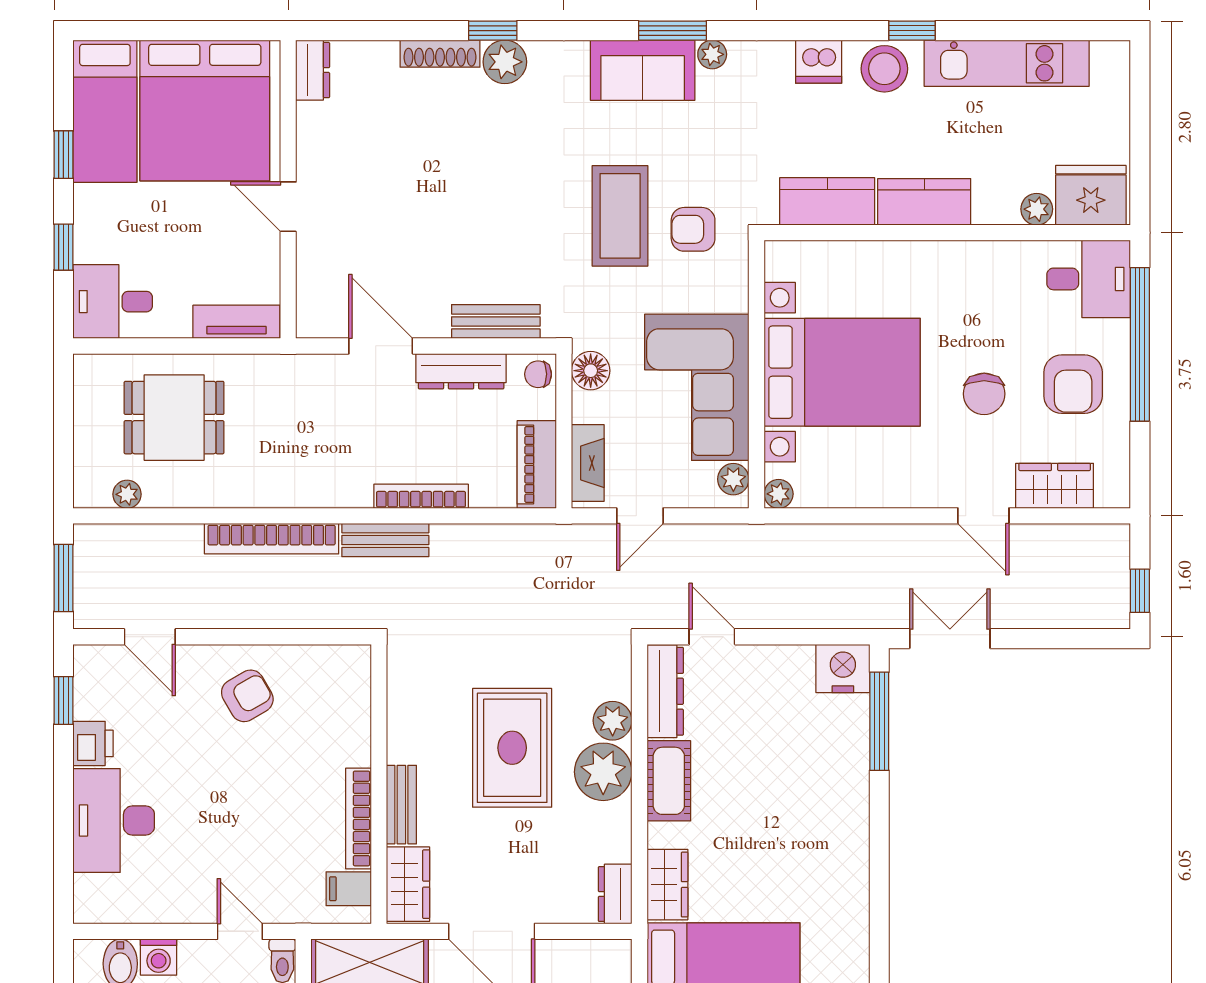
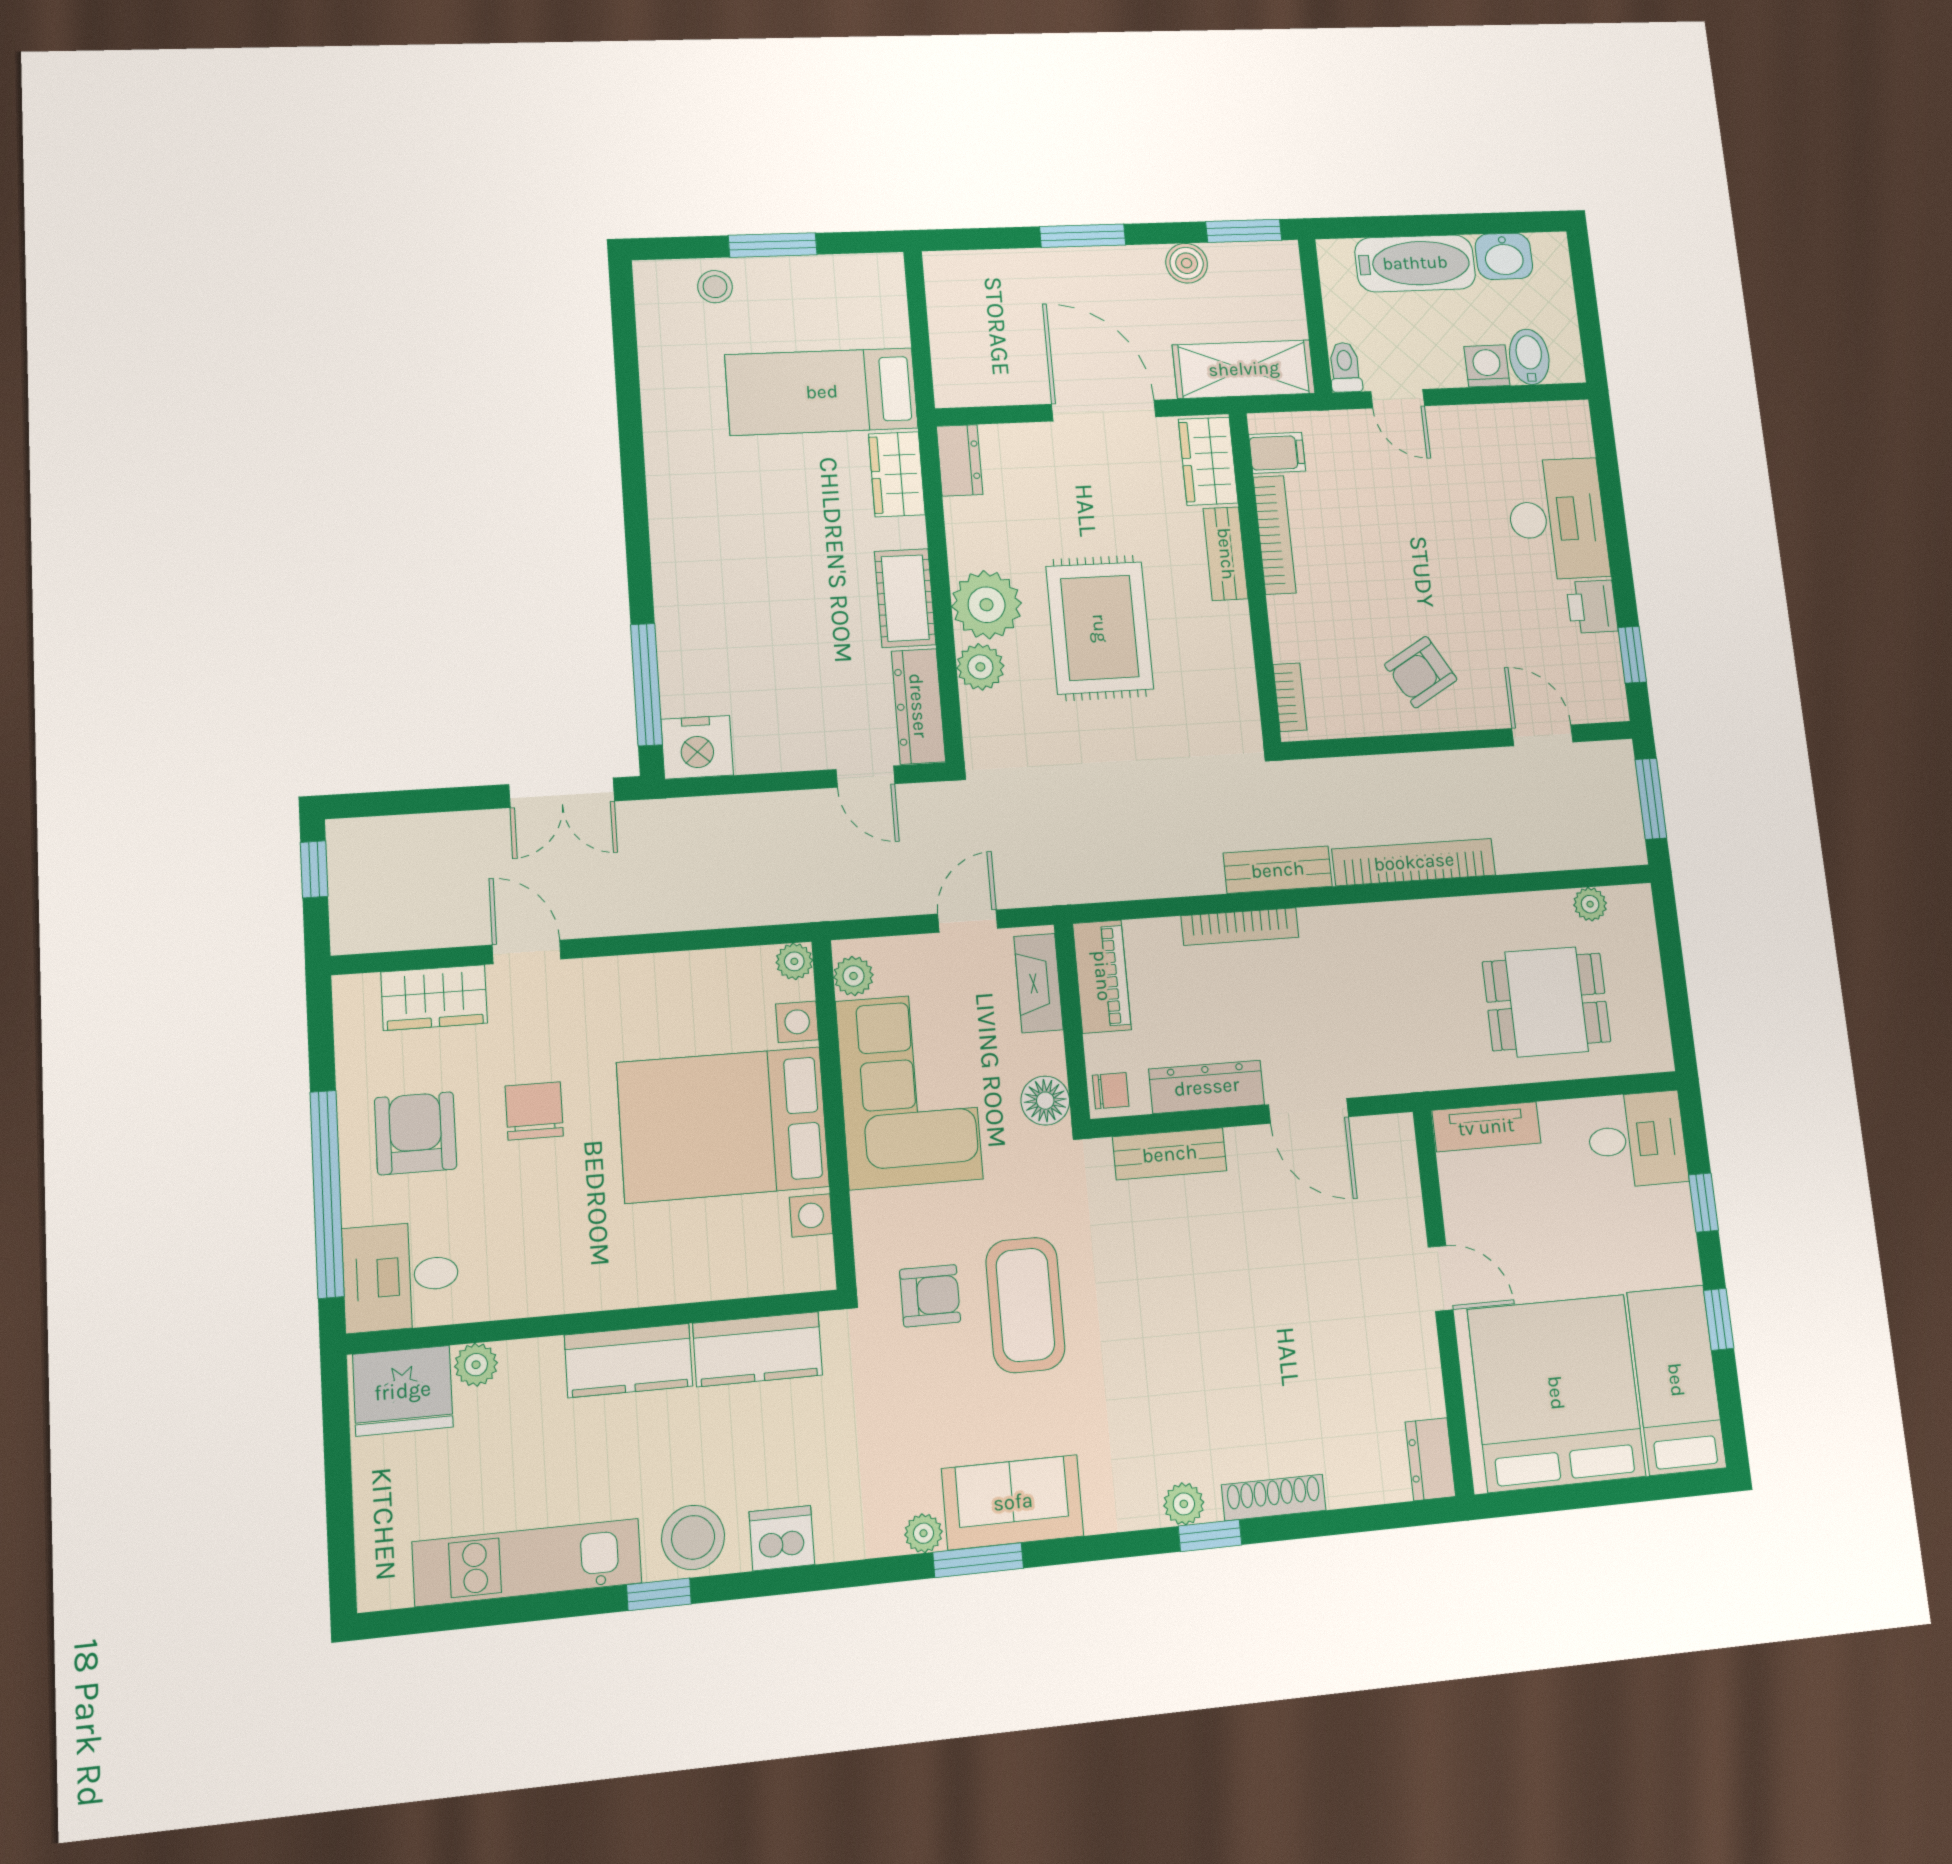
plant: (505, 62) -> (1184, 1504), width x0.73, depth x0.73
bookcase: (360, 681) -> (1290, 697), added

